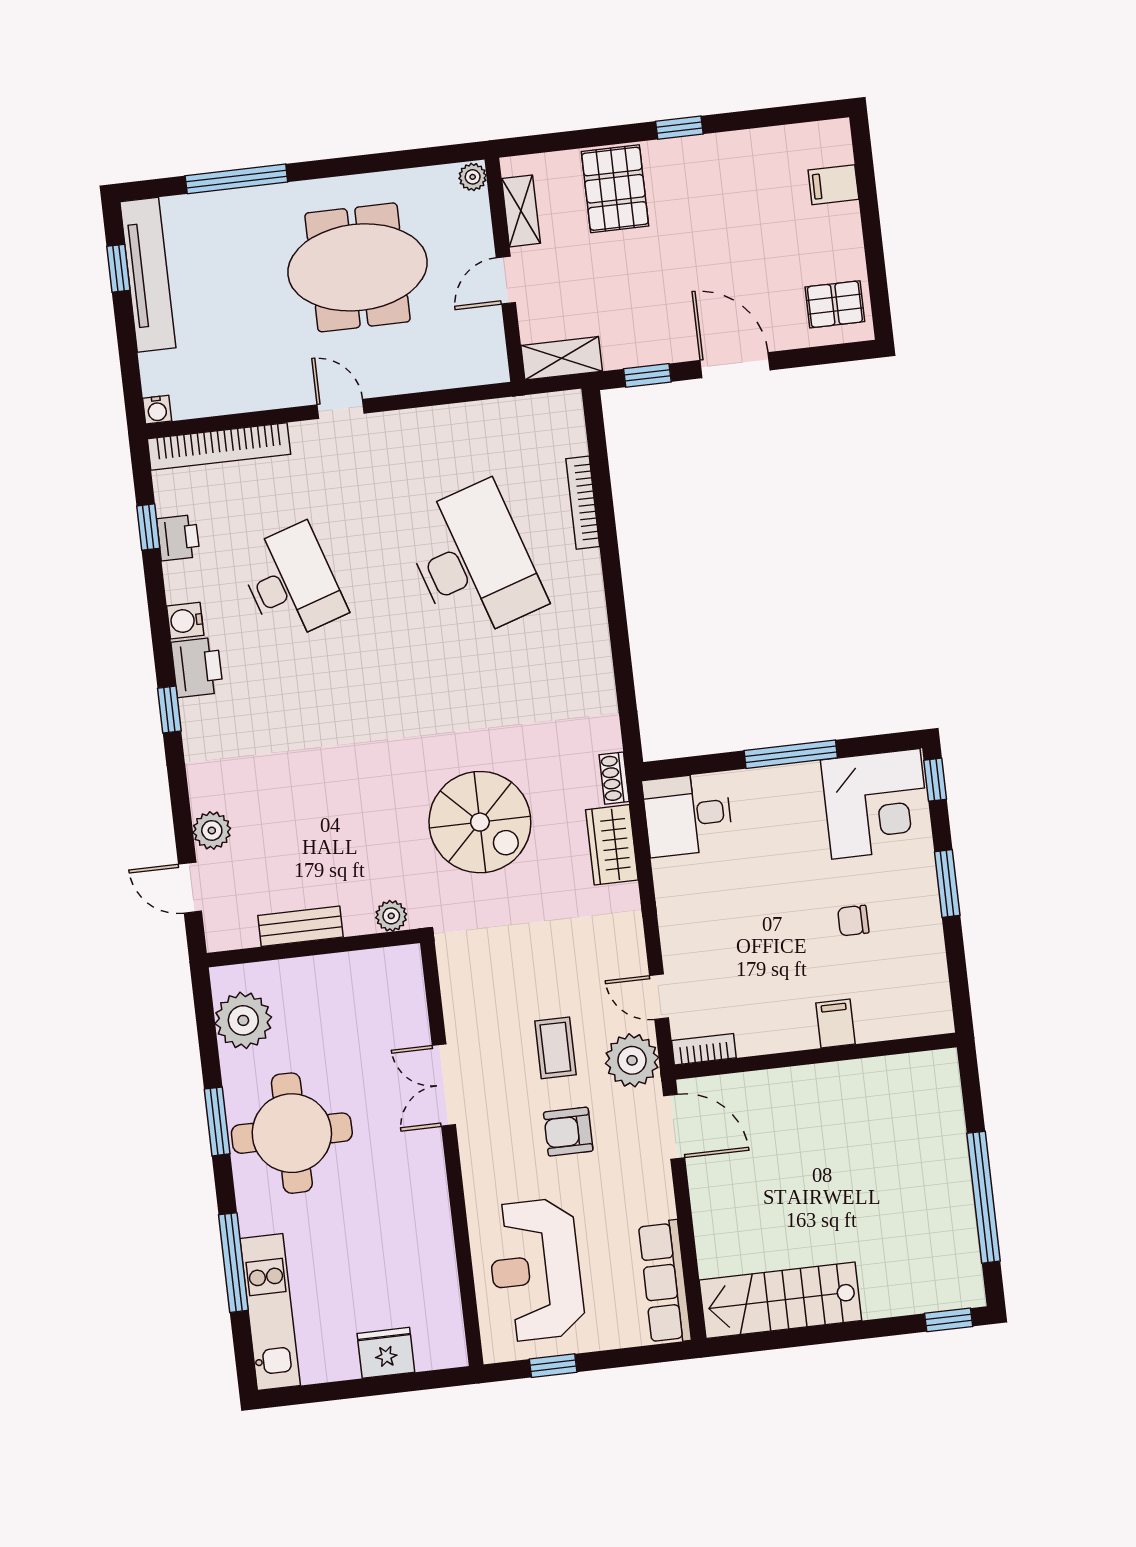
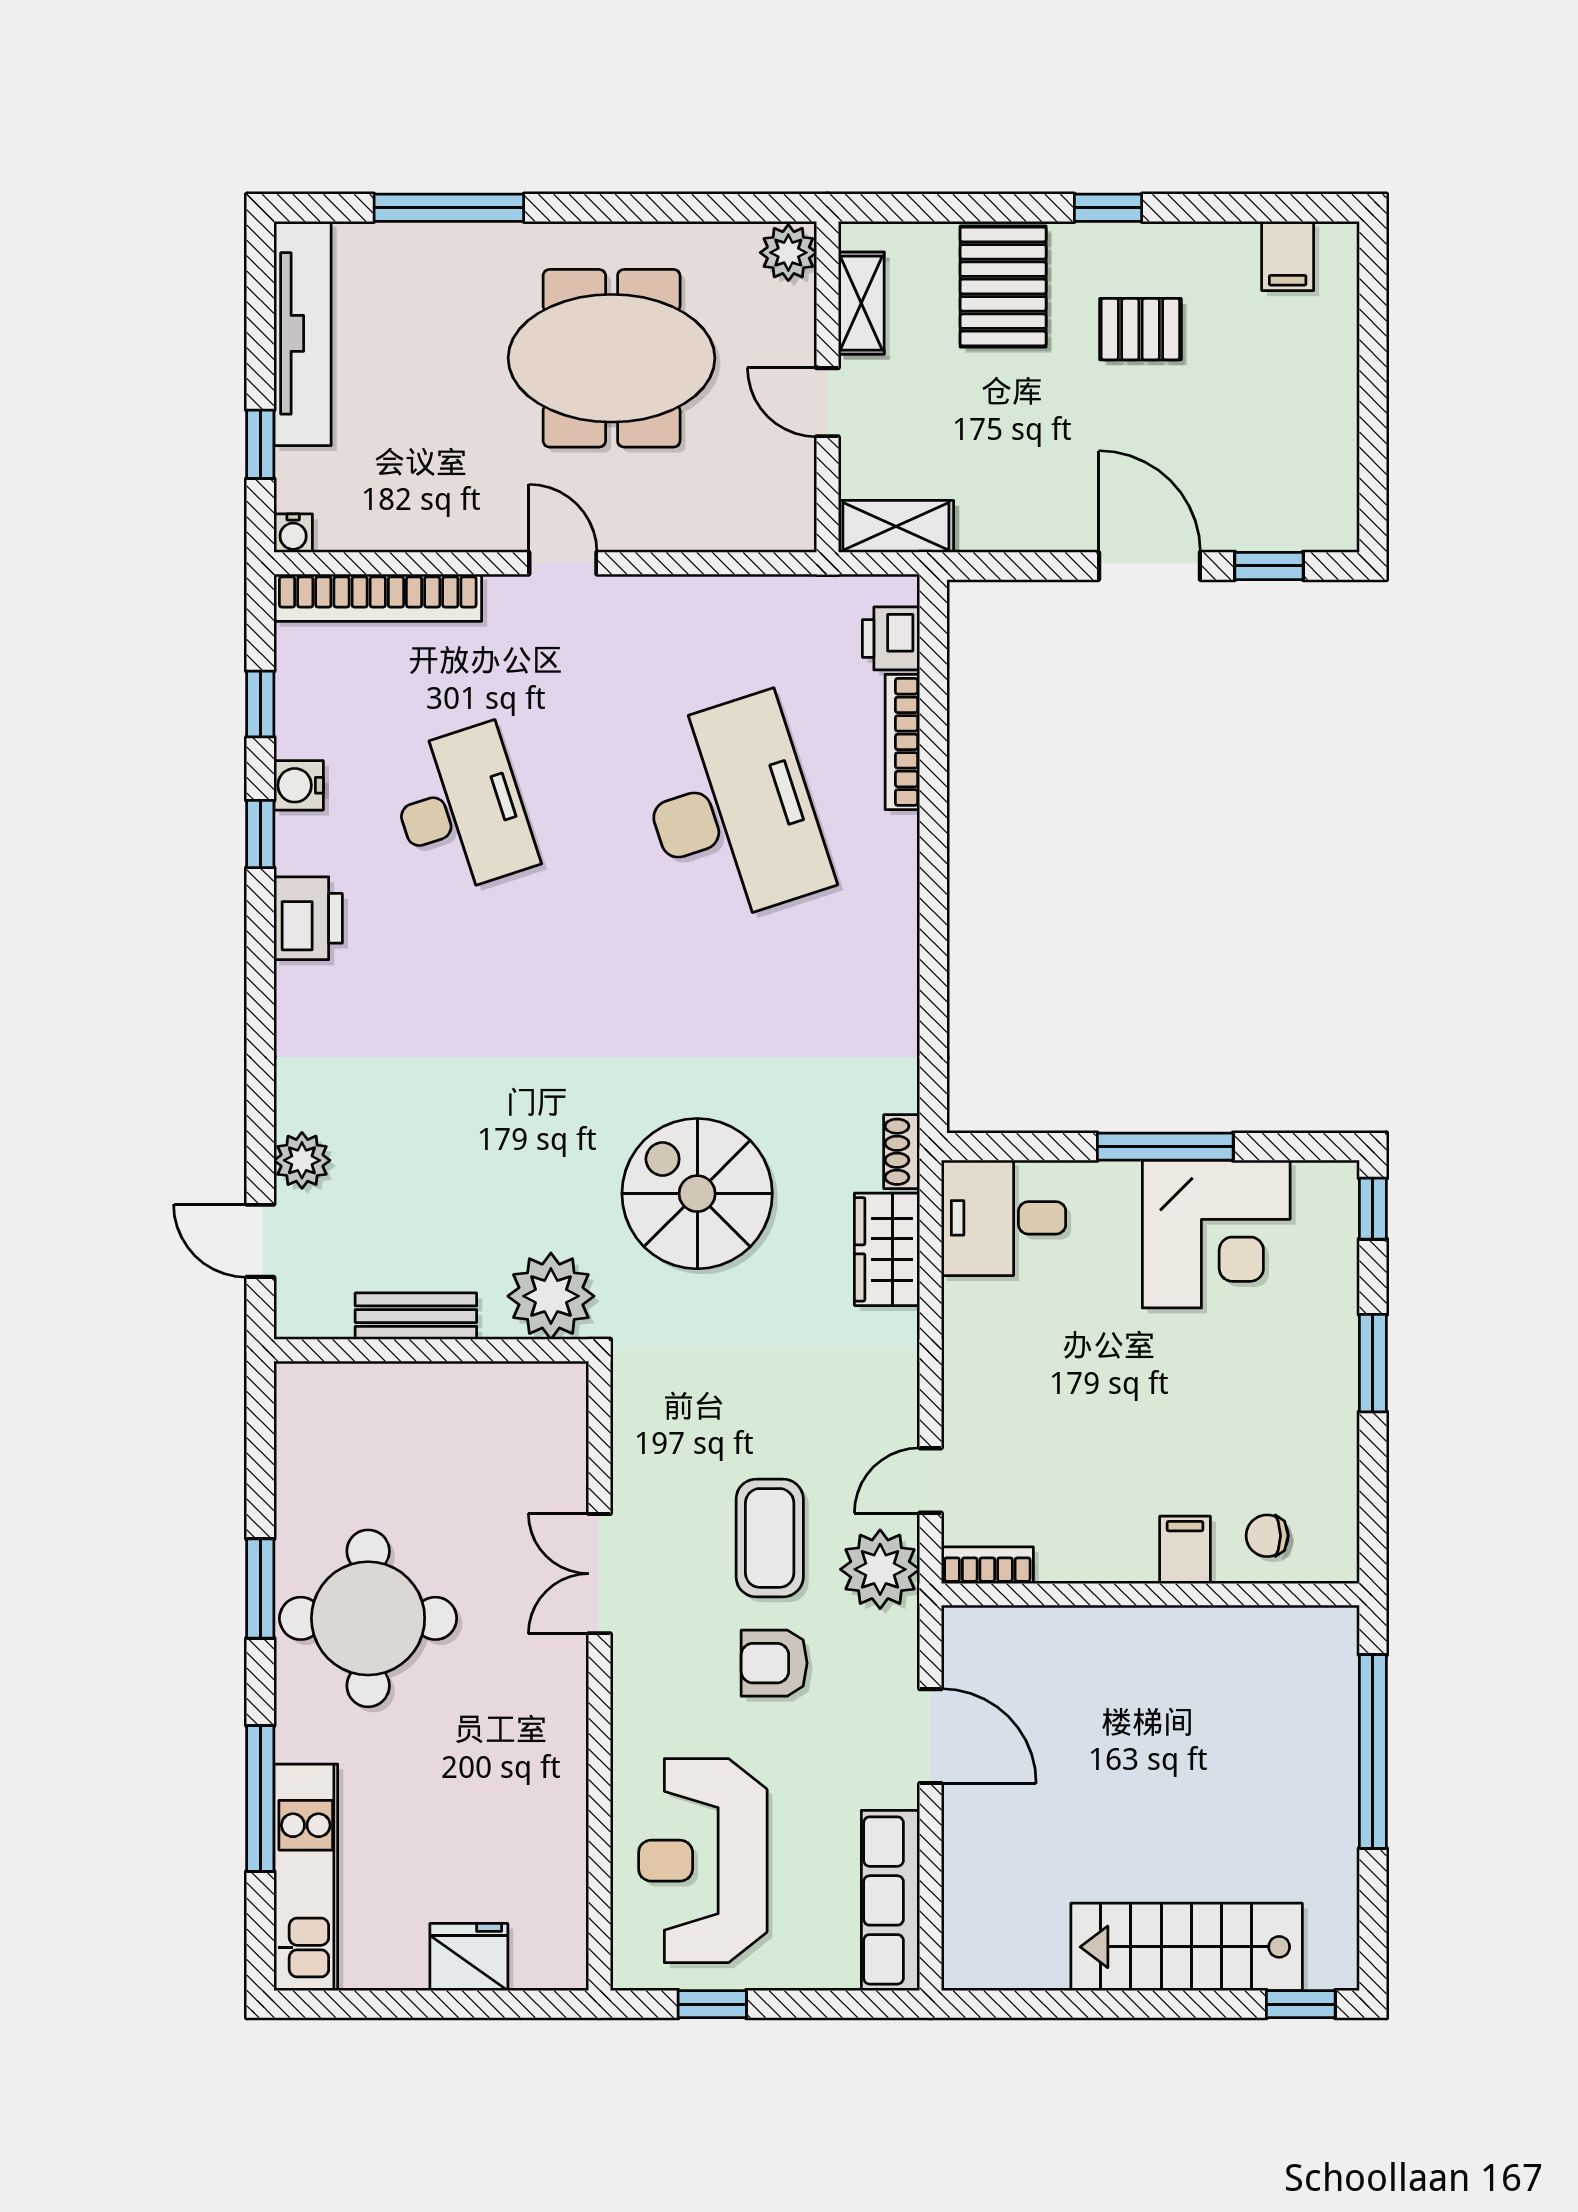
plant: (473, 177) -> (788, 253), width x1.38, depth x1.38
filing cabinet: (833, 185) -> (1288, 256), moved, turned -90
window: (118, 268) -> (260, 444), moved
door: (506, 280) -> (827, 402), hinge flipped
pallet: (835, 304) -> (1140, 329), moved
window: (647, 375) -> (1269, 566), moved
printer: (178, 538) -> (891, 638), moved, turned 180
water cooler: (185, 621) -> (299, 785), moved
window: (169, 710) -> (260, 834), moved
corner desk: (876, 804) -> (1216, 1234), moved
spiral stairs: (480, 822) -> (697, 1194), turned 180
plant: (391, 916) -> (551, 1296), width x1.87, depth x1.87
chair: (853, 921) -> (1267, 1536), moved
door: (659, 997) -> (931, 1480), hinge flipped
plant: (243, 1020) -> (316, 1445), removed
coffee table: (555, 1048) -> (770, 1538), width x1.36, depth x1.30
door: (674, 1127) -> (931, 1736), moved
window: (983, 1197) -> (1373, 1752), moved
stairs: (780, 1300) -> (1187, 1947), moved

